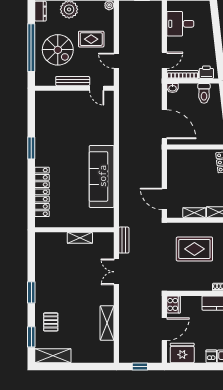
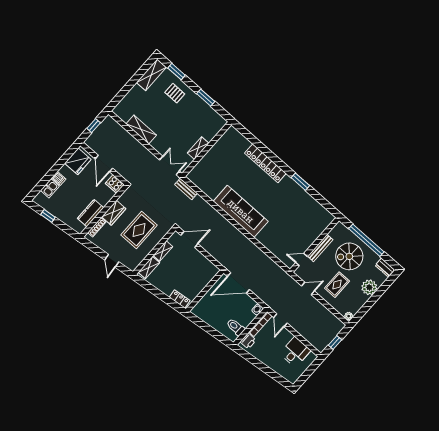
wall: (74, 230) -> (207, 149), moved
shelving: (80, 238) -> (198, 148), moved
wardrobe: (199, 284) -> (114, 213), added

